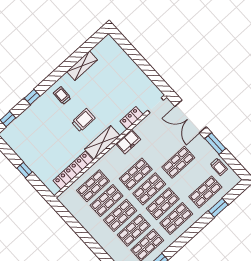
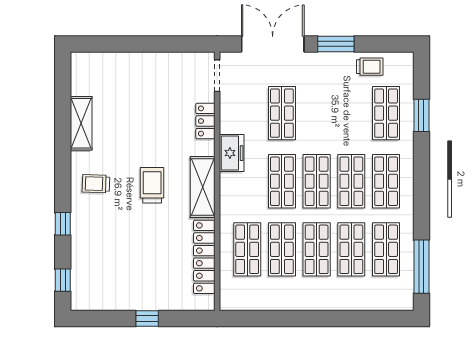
double door: (191, 117) -> (273, 44), swing flipped
shop shelf: (178, 162) -> (282, 113), moved

